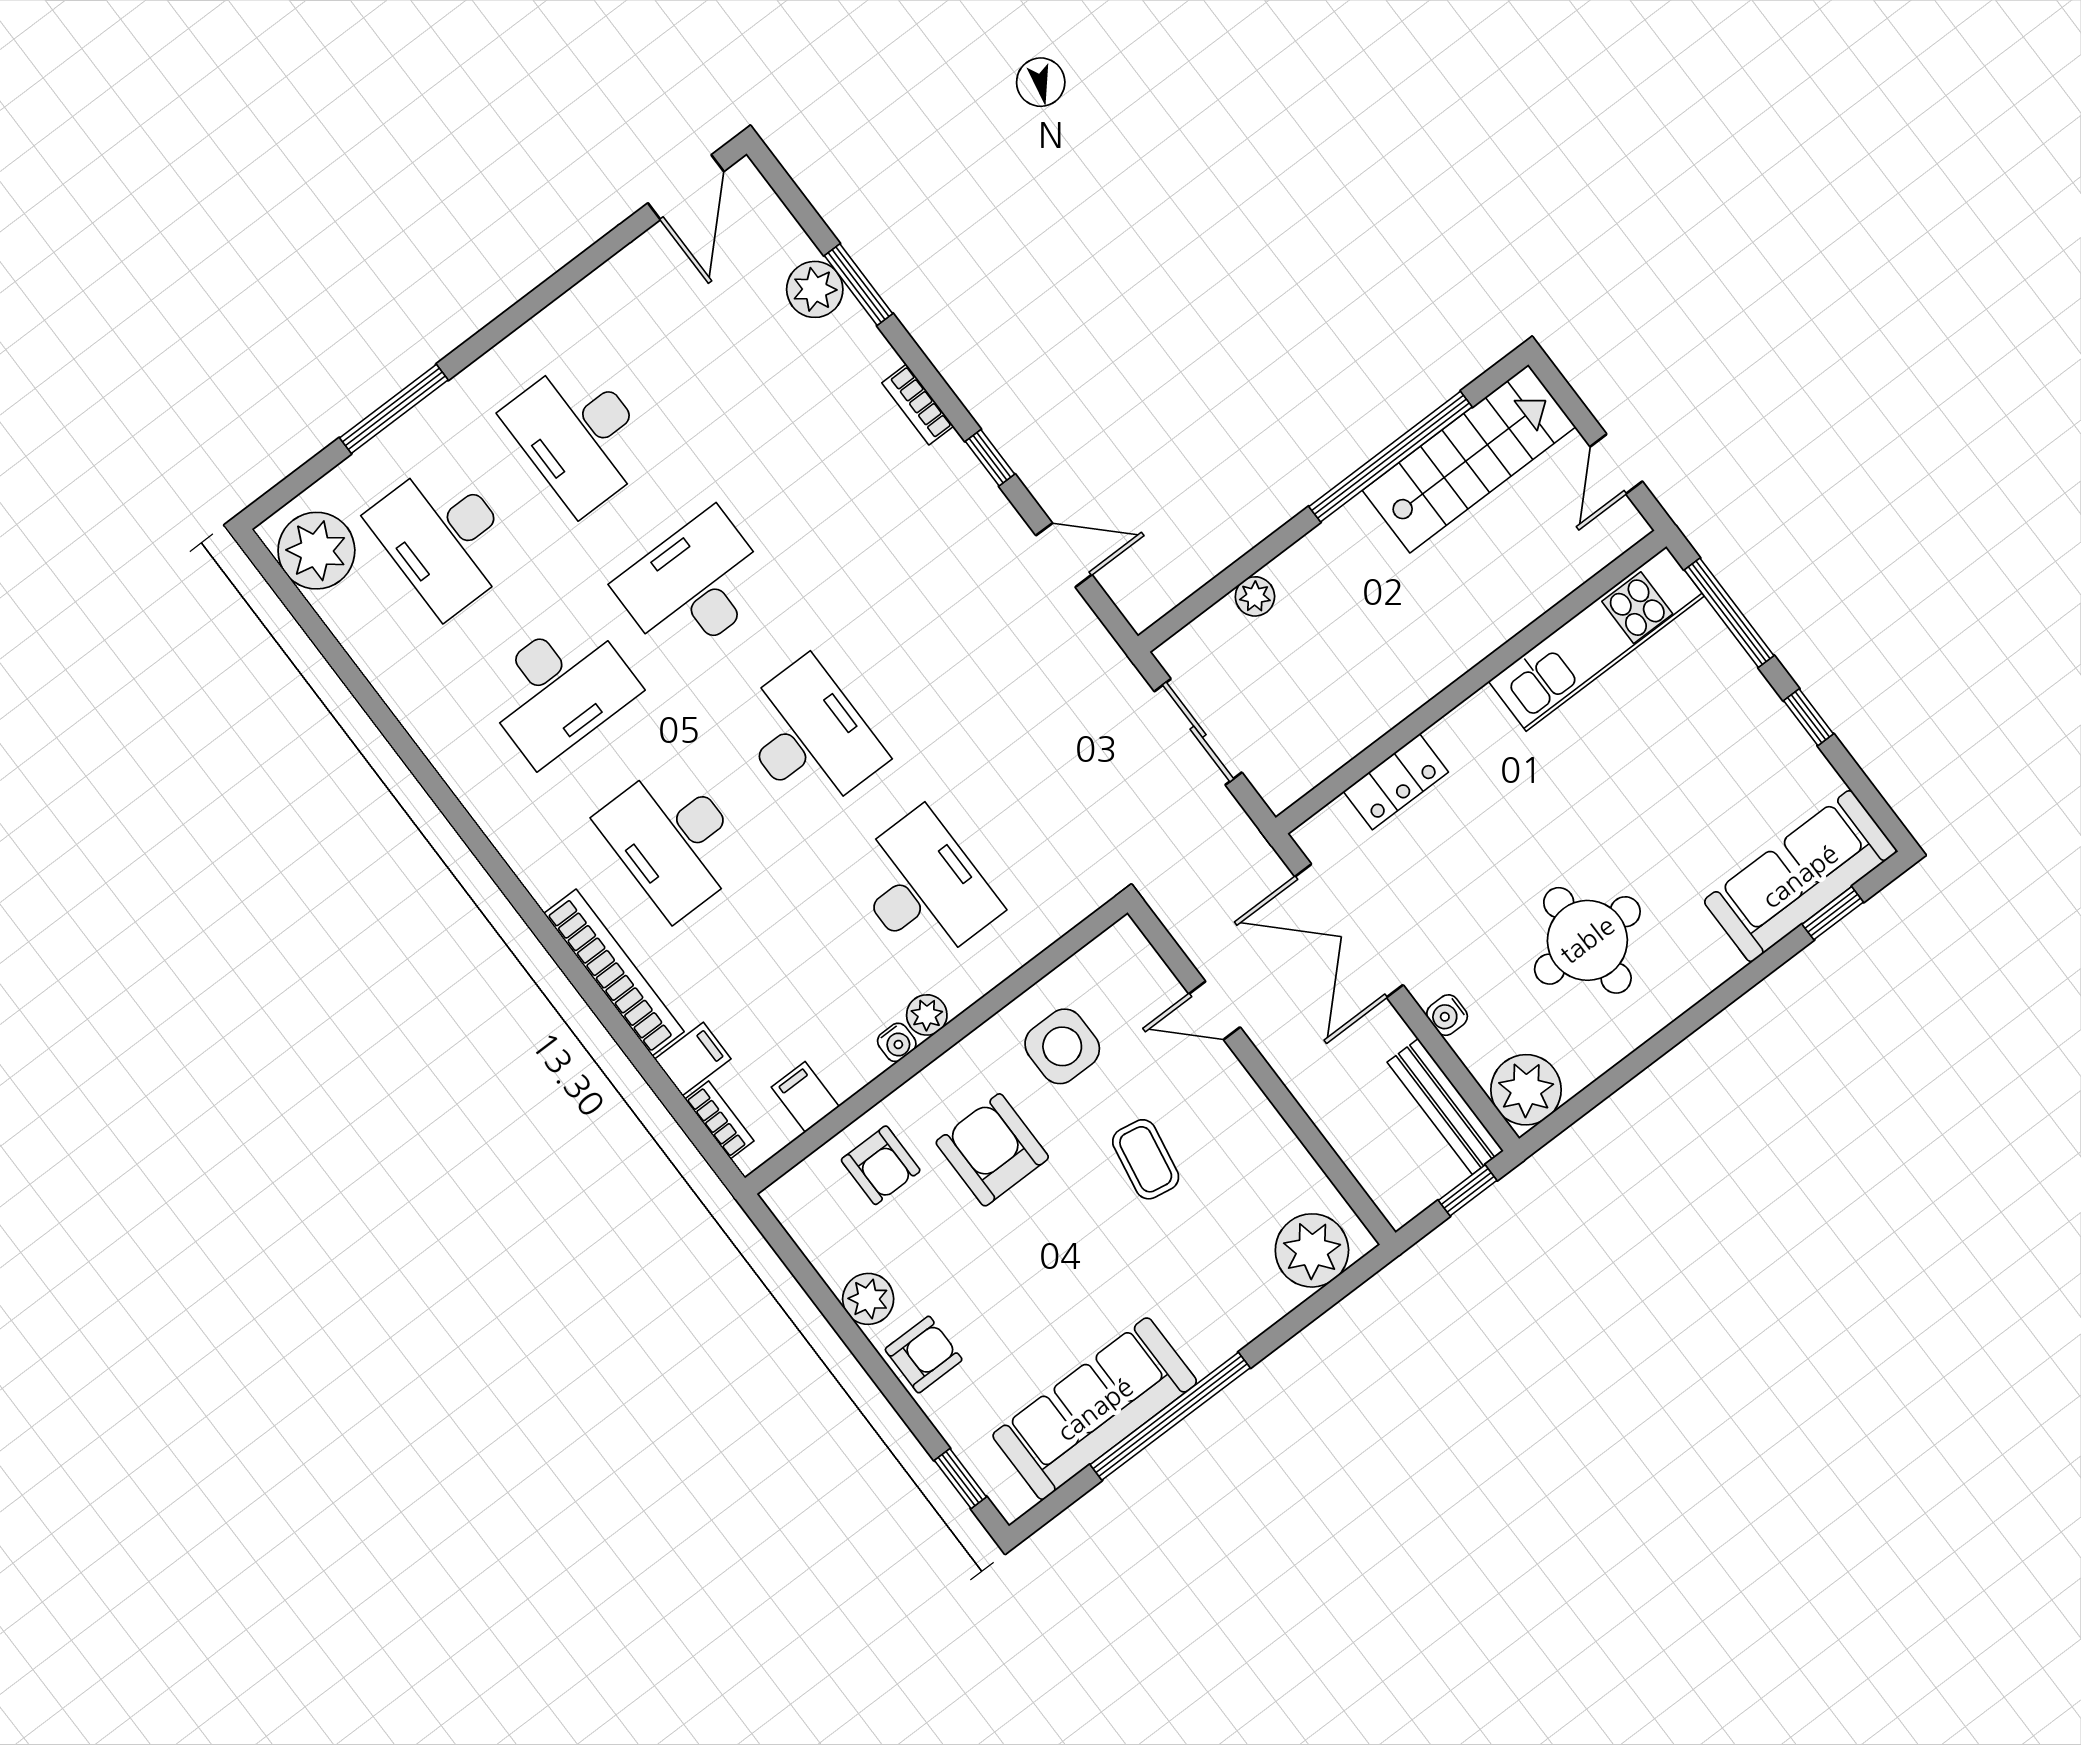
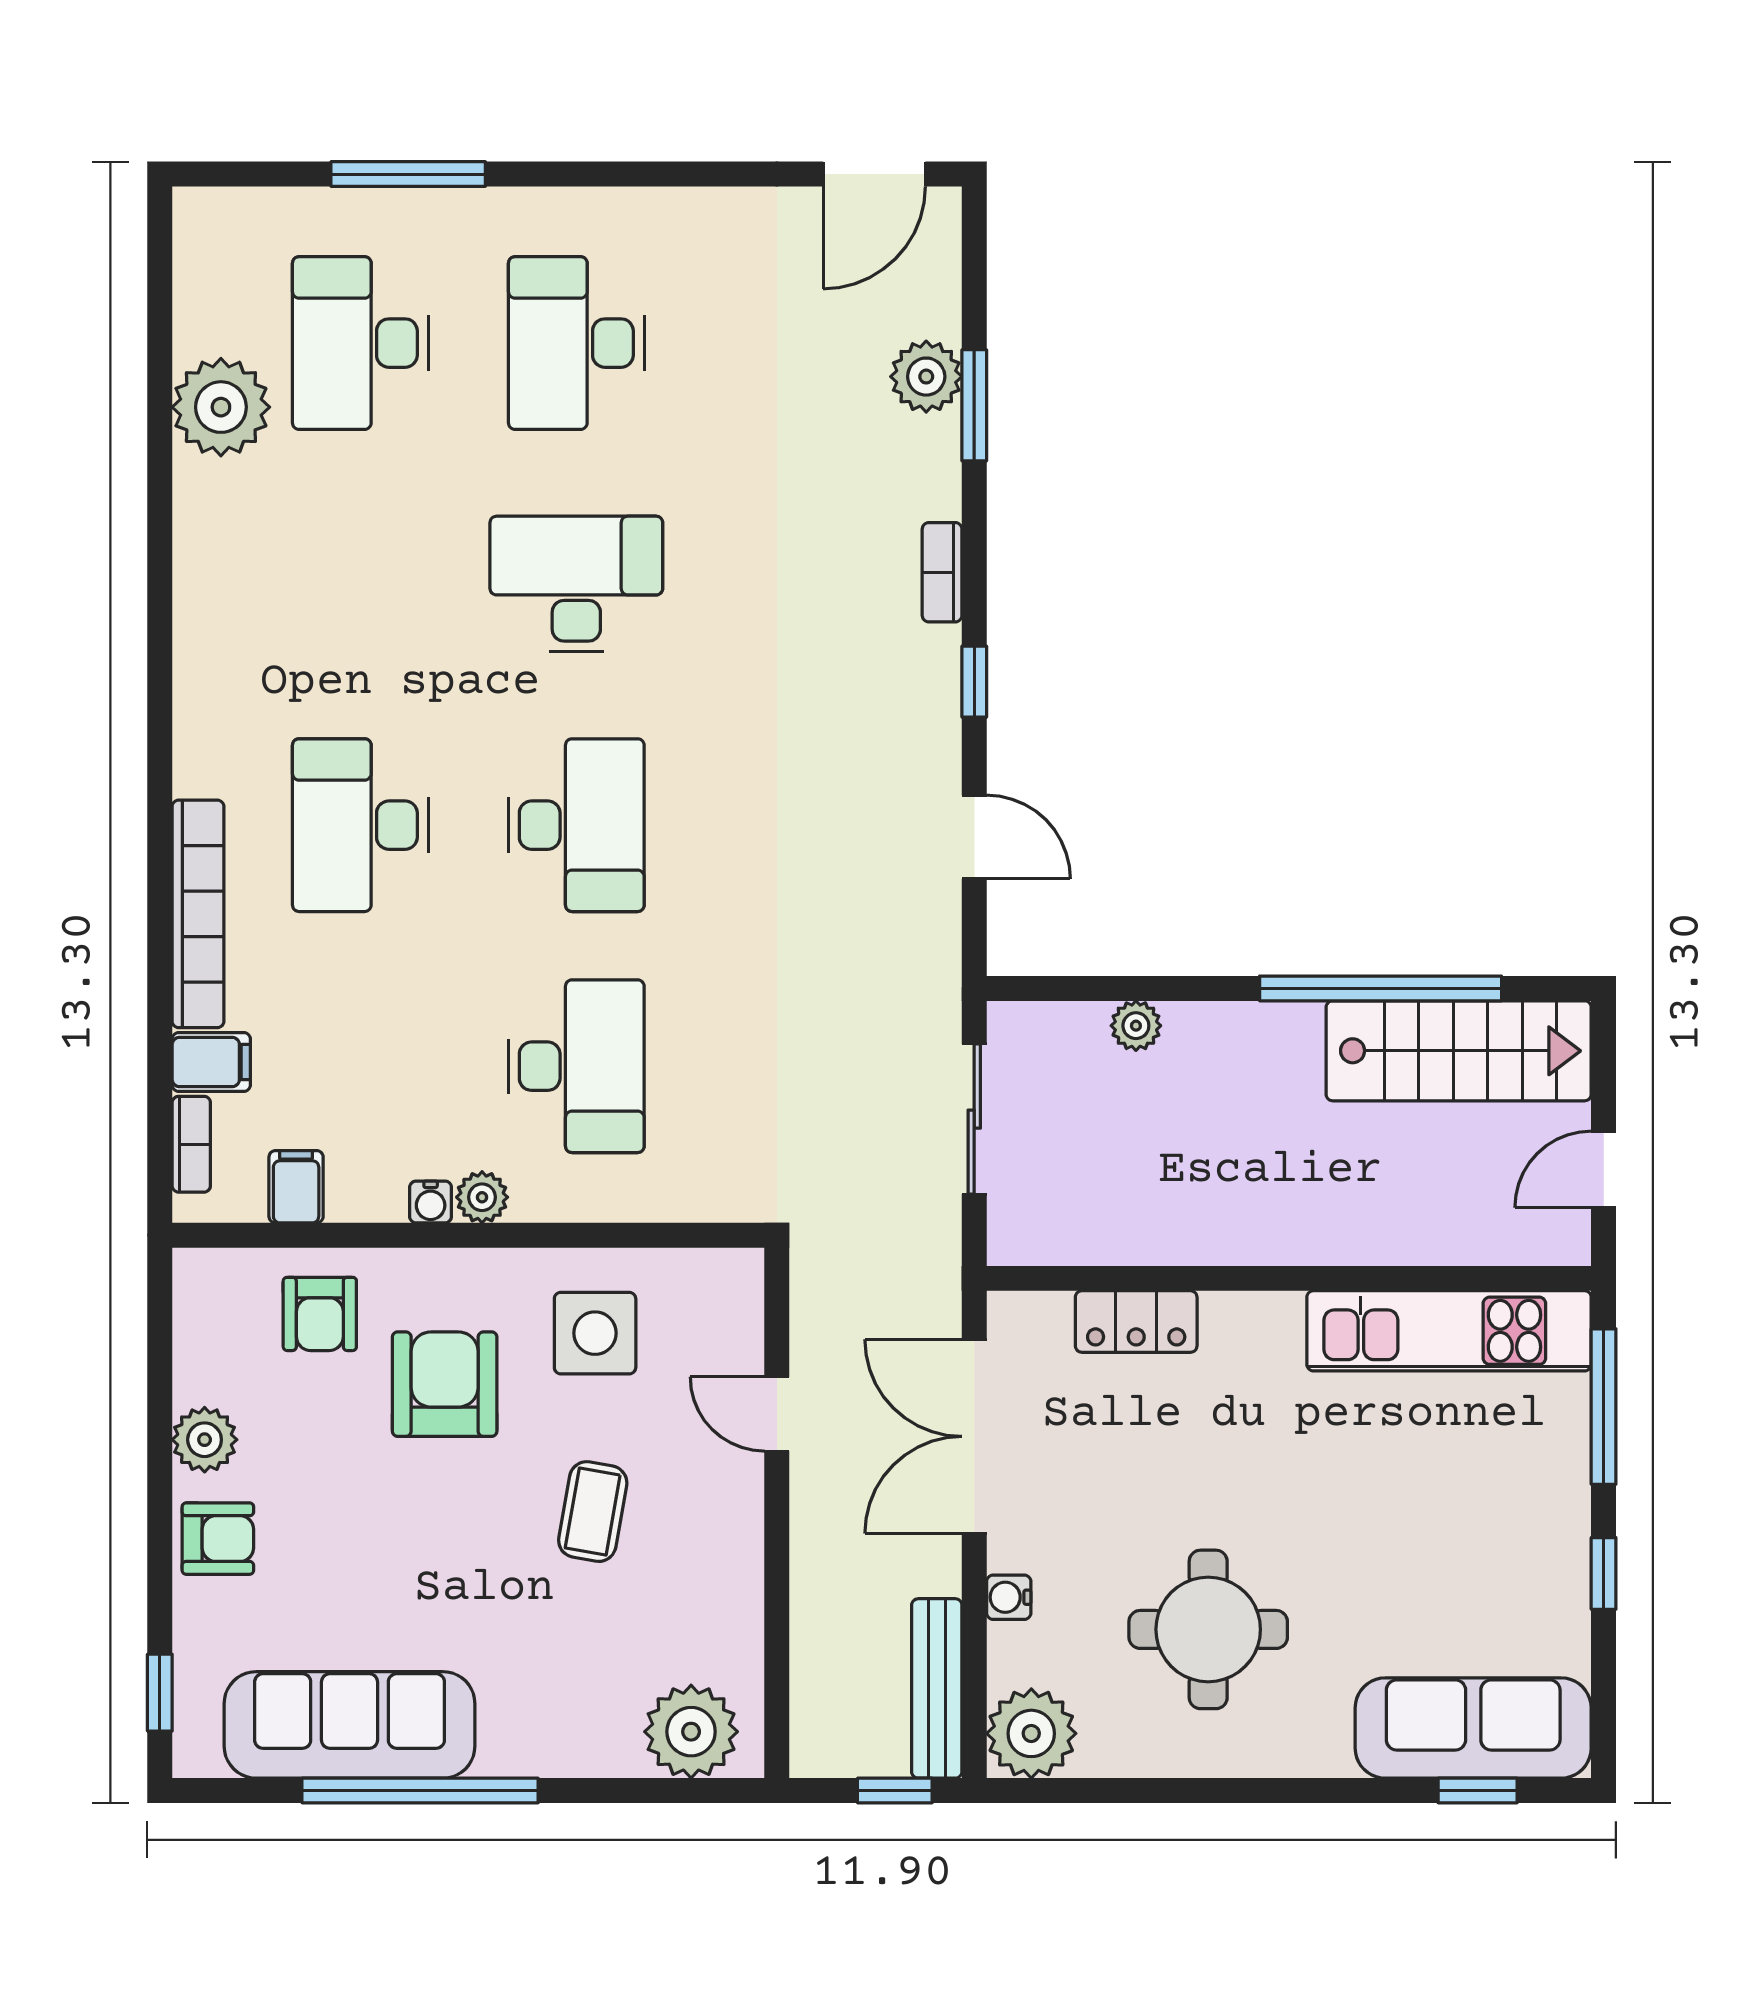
plant: (316, 551) -> (221, 407), moved
desk: (559, 689) -> (360, 584), removed

